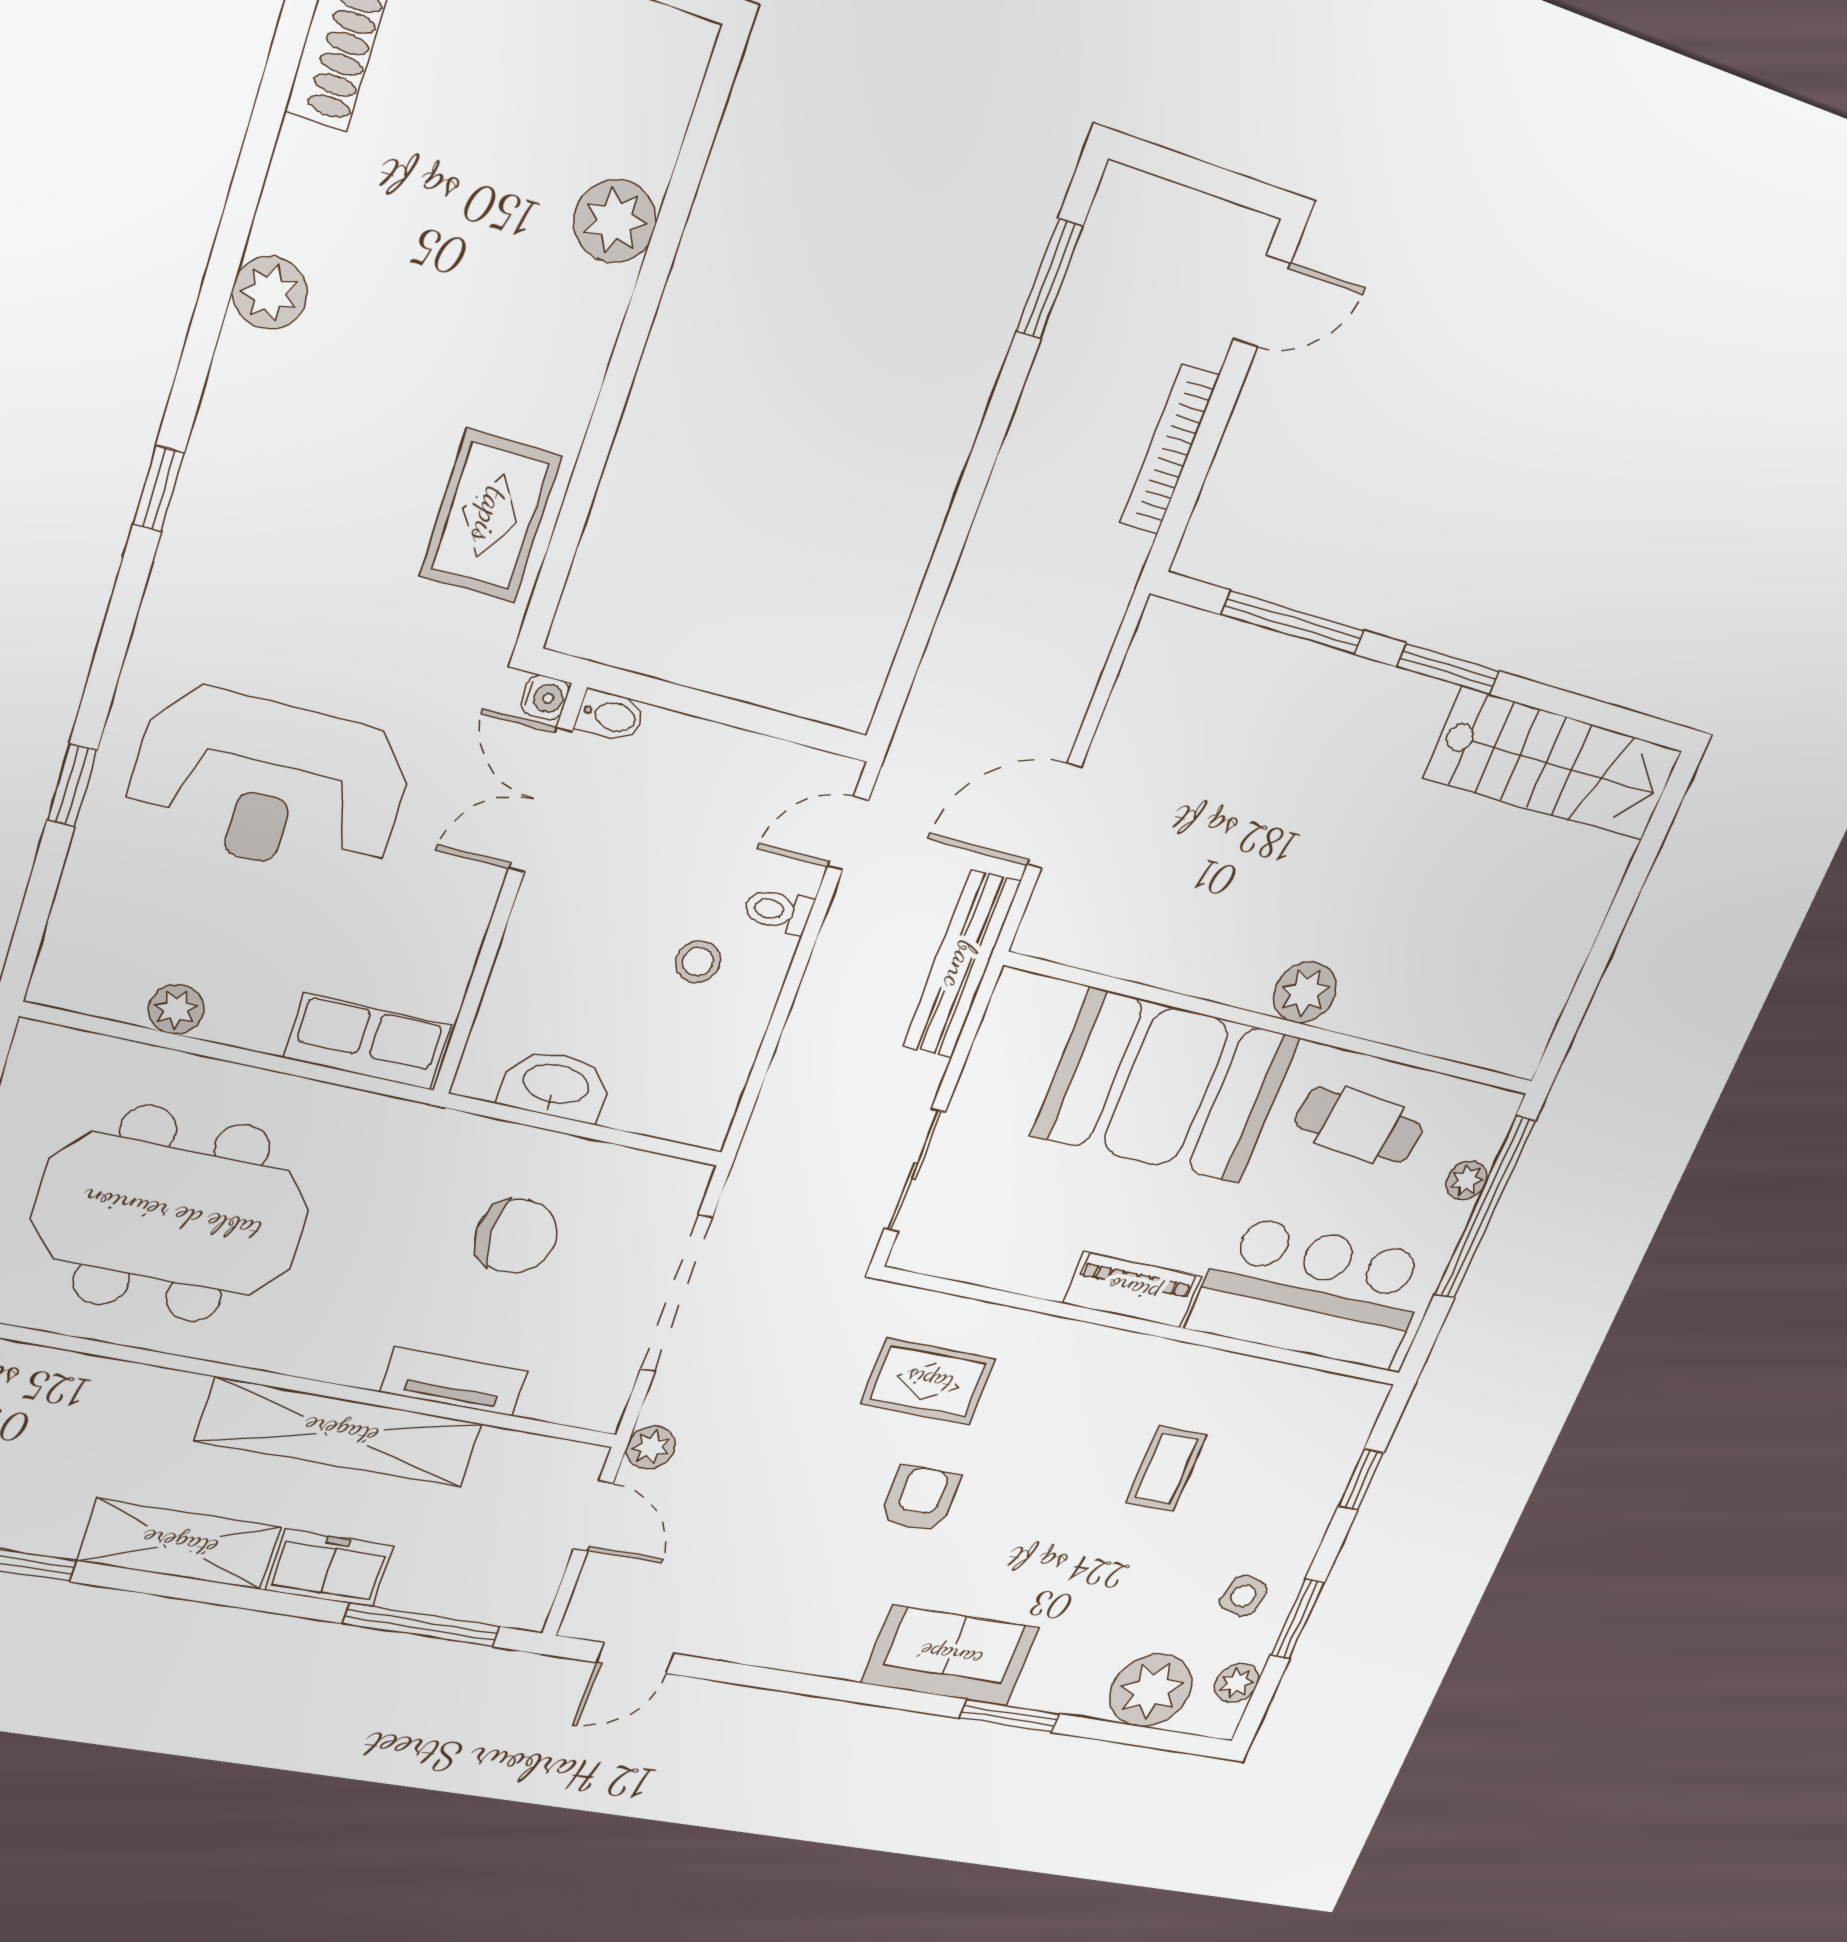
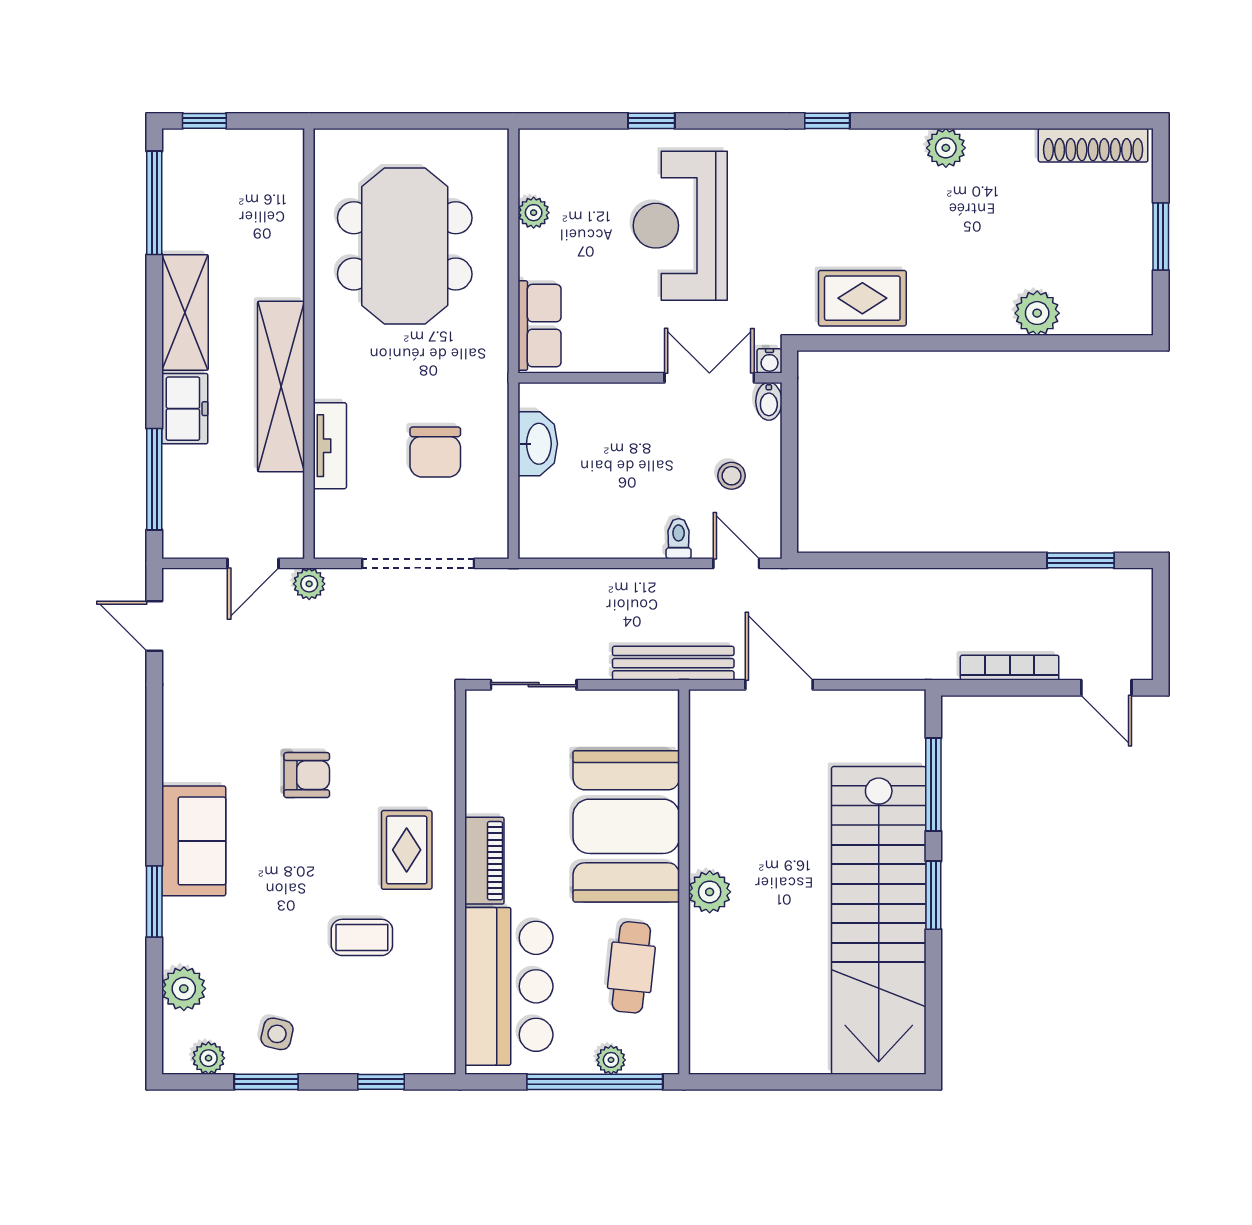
stairs: (1553, 764) -> (879, 920), width x1.86, depth x1.51
stool: (698, 962) -> (732, 476), moved
rug: (928, 1381) -> (407, 850), moved
plant: (1151, 1690) -> (184, 989), width x0.73, depth x0.73

